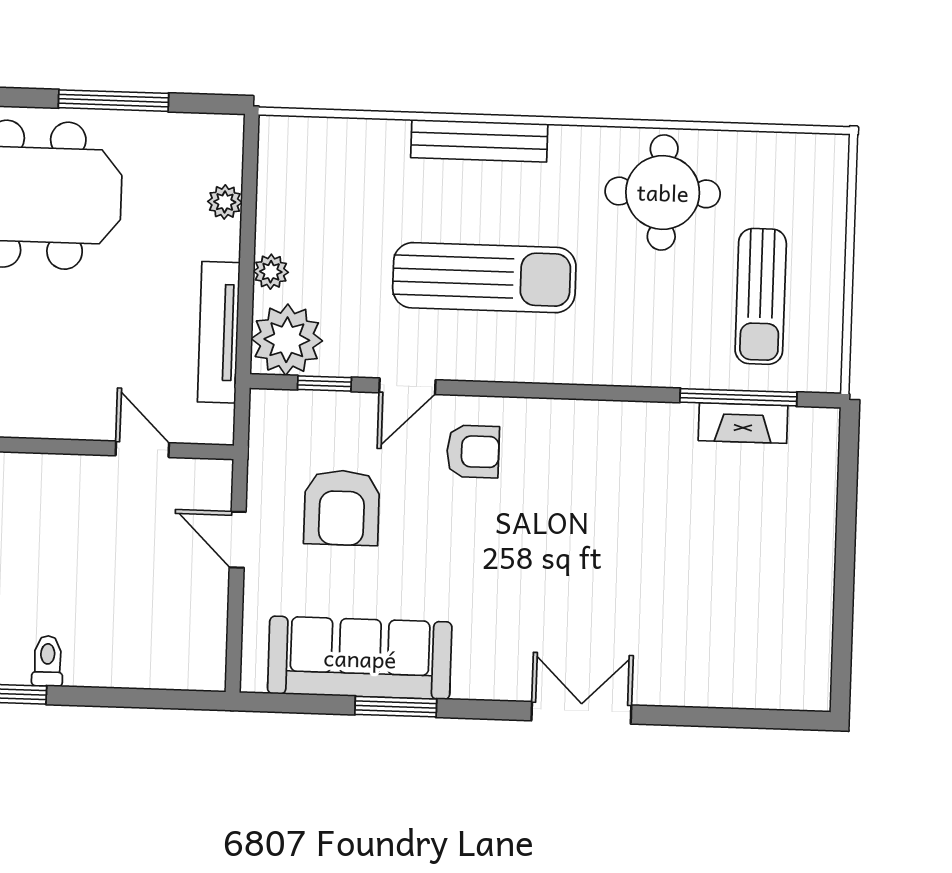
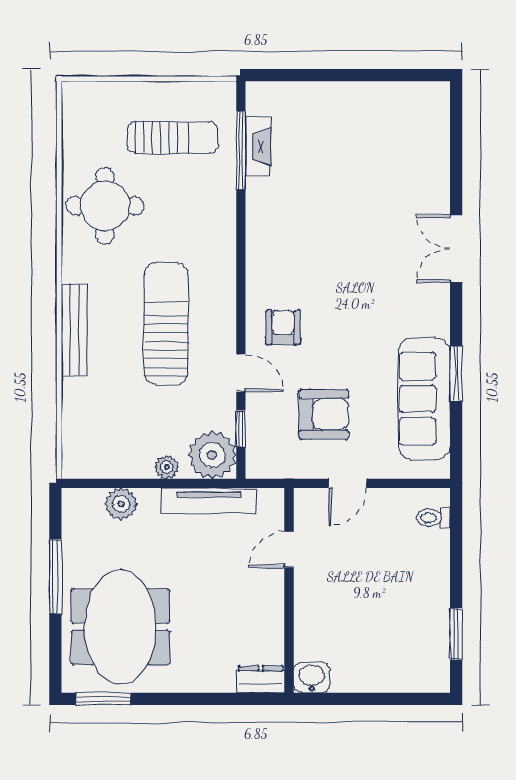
plant: (225, 202) -> (121, 504), width x1.38, depth x1.38
toilet: (48, 661) -> (433, 518), moved

